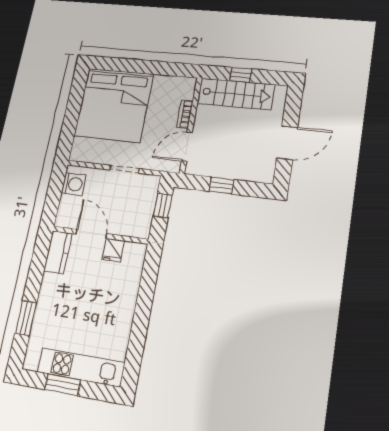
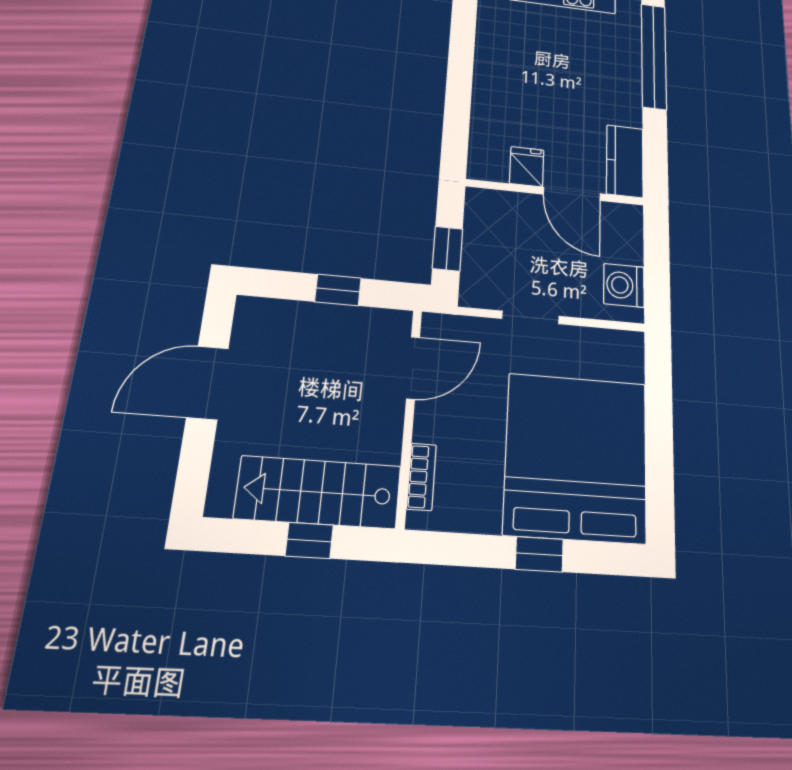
window: (138, 66) -> (539, 554), added
bookcase: (185, 114) -> (421, 477), moved
window: (26, 318) -> (654, 56), width x2.11

